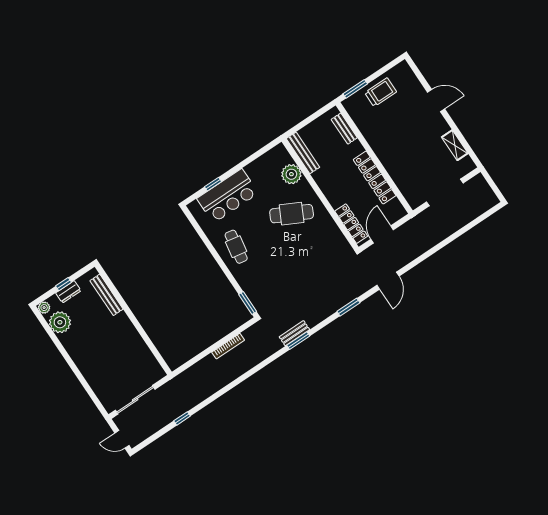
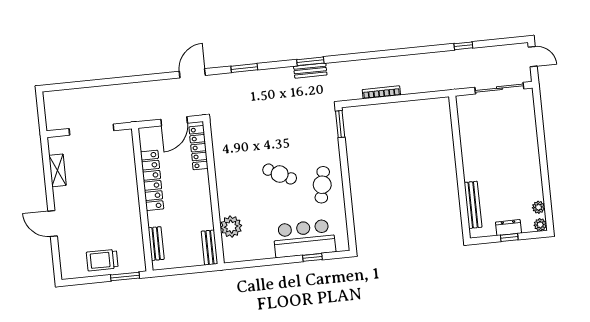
bench: (303, 153) -> (210, 248), width x0.73
cafe table: (292, 214) -> (280, 174), moved, width x0.73, depth x0.74
plant: (60, 322) -> (539, 207), width x0.53, depth x0.53

